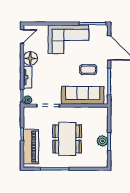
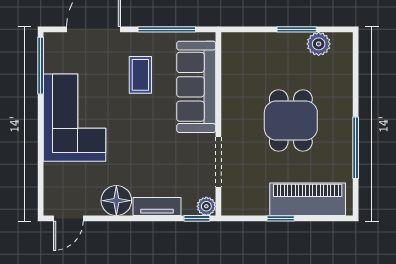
door: (22, 36) -> (68, 218), swing flipped
dining table: (67, 139) -> (291, 121), width x0.73
plant: (102, 141) -> (319, 44), moved

